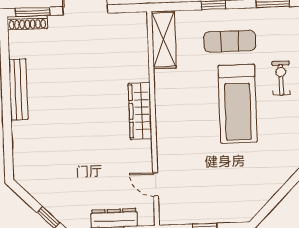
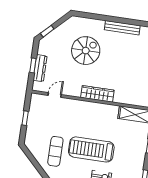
exercise mat: (230, 41) -> (55, 151), moved
spiral stairs: (69, 145) -> (86, 51), added

